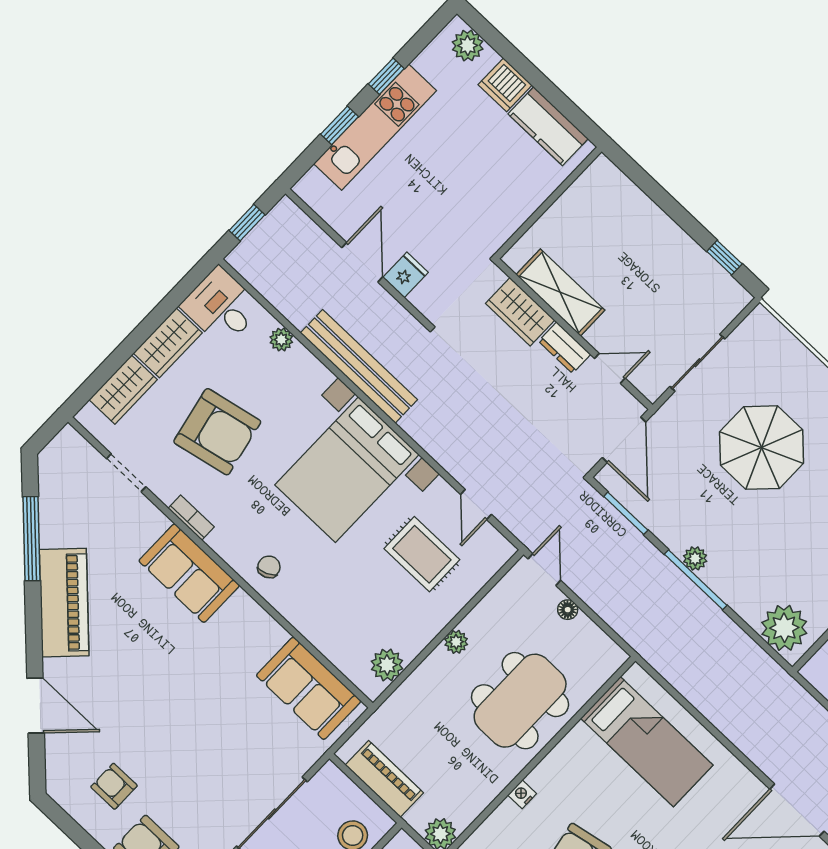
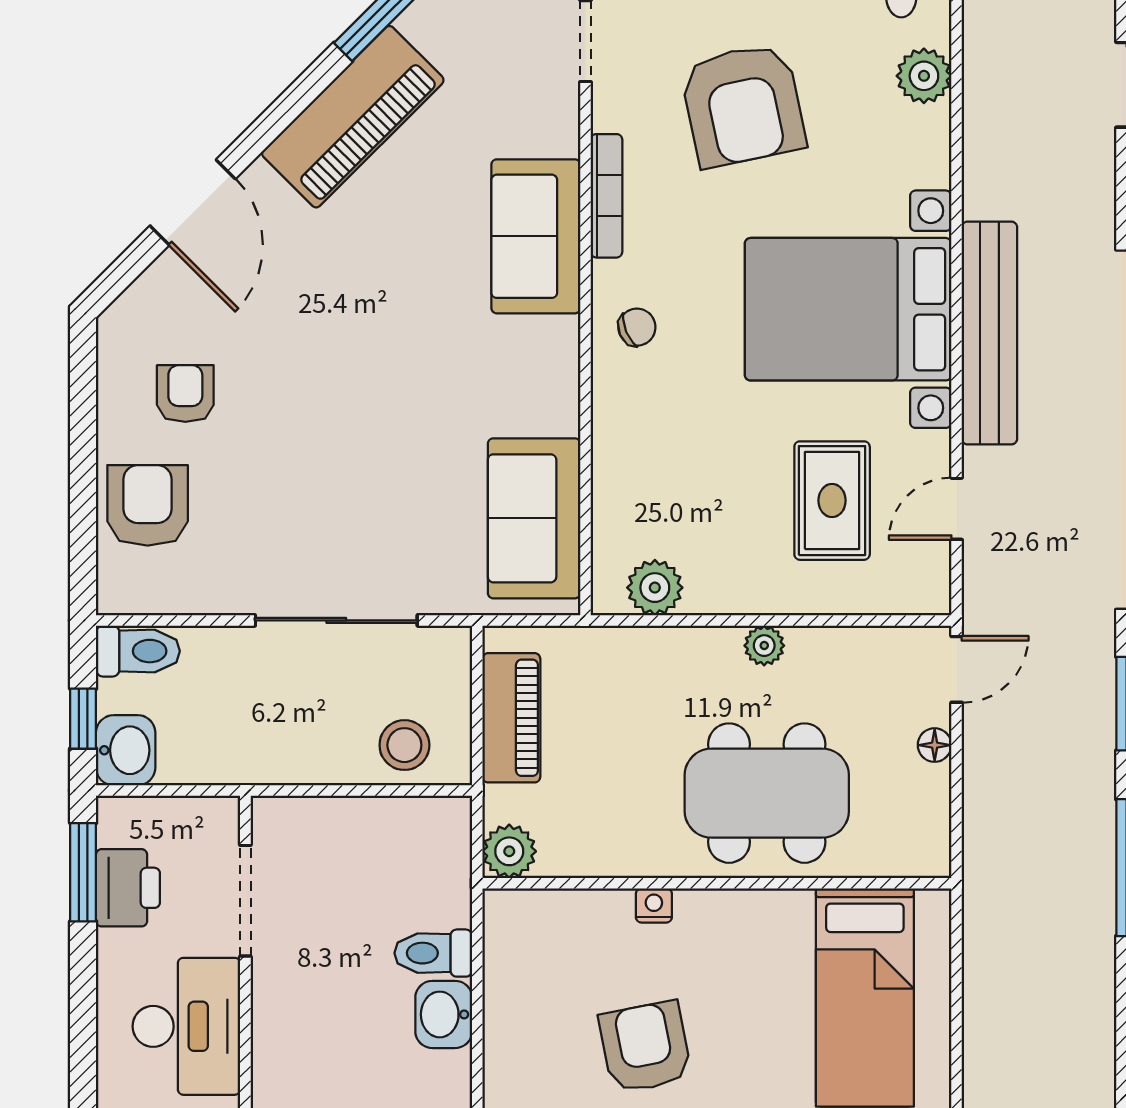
plant: (281, 340) -> (924, 76), width x1.38, depth x1.38
bench: (359, 366) -> (989, 333), moved
bookcase: (191, 518) -> (606, 196), width x1.56

